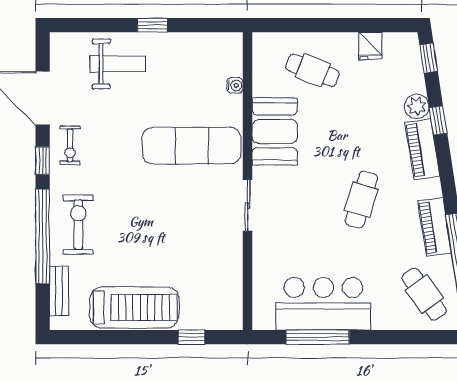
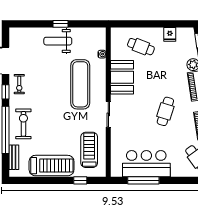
weight bench: (118, 64) -> (58, 41), moved, turned 180
exercise mat: (192, 146) -> (80, 84), turned 90
treadmill: (209, 276) -> (89, 150), added

